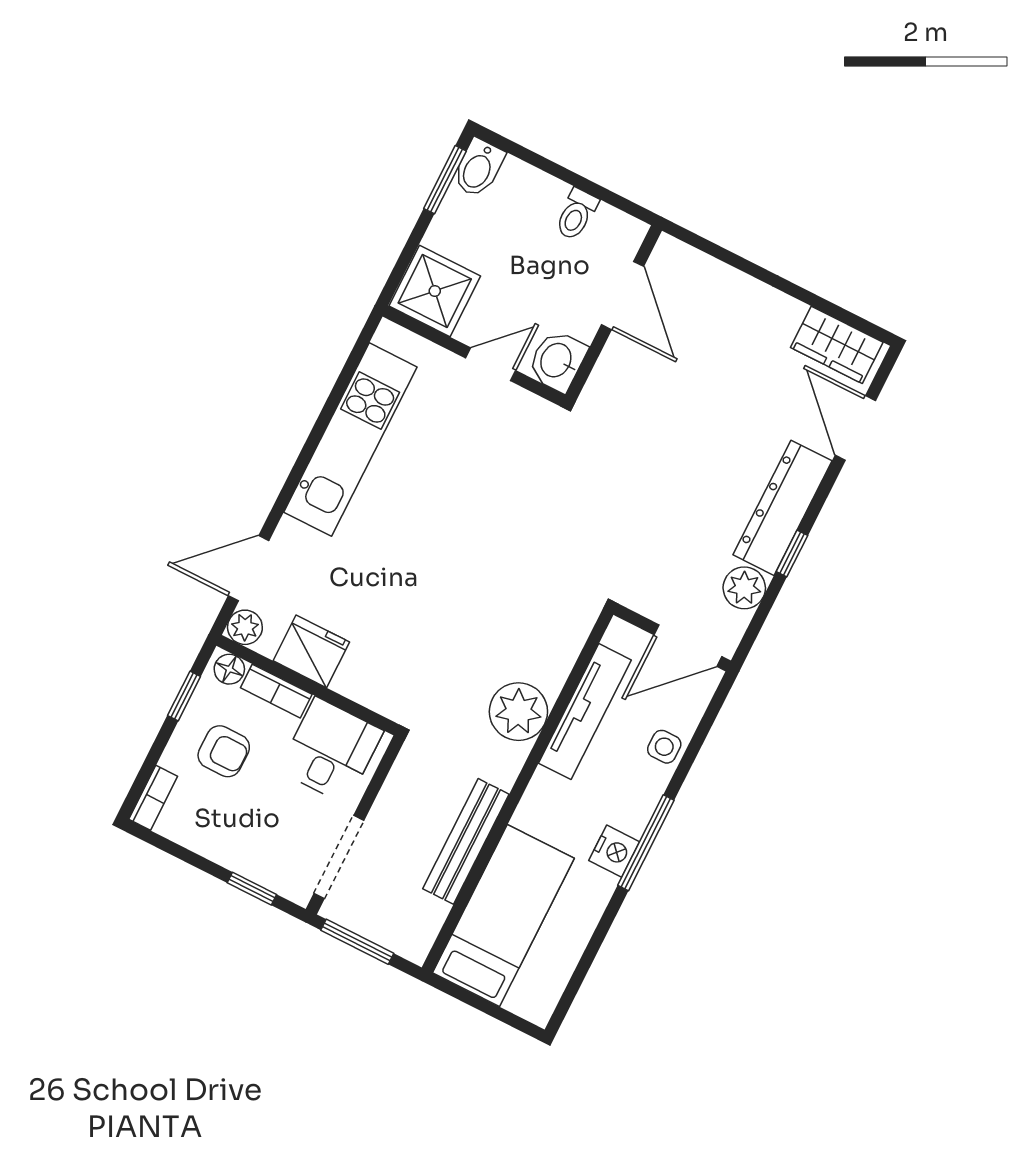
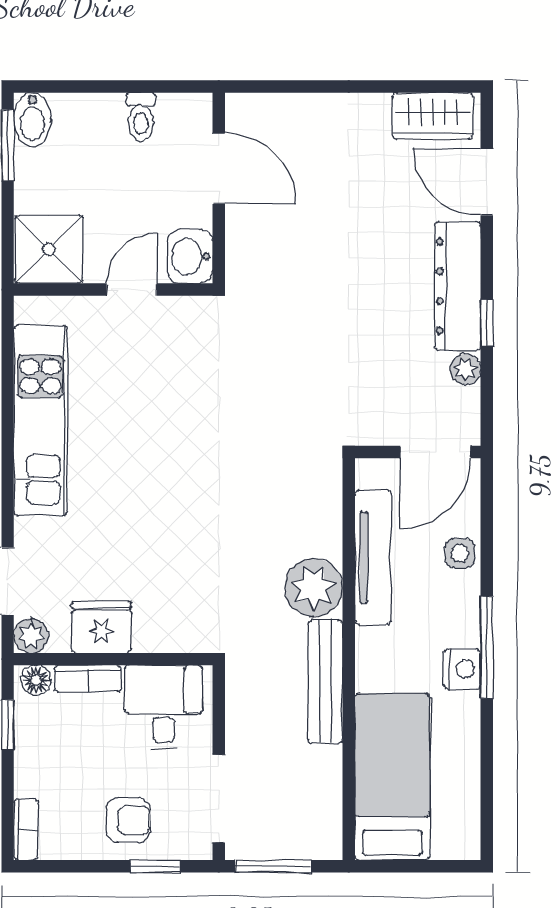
plant: (744, 588) -> (465, 369), width x0.73, depth x0.73
armchair: (224, 751) -> (128, 820), moved
bench: (466, 841) -> (325, 682), moved

